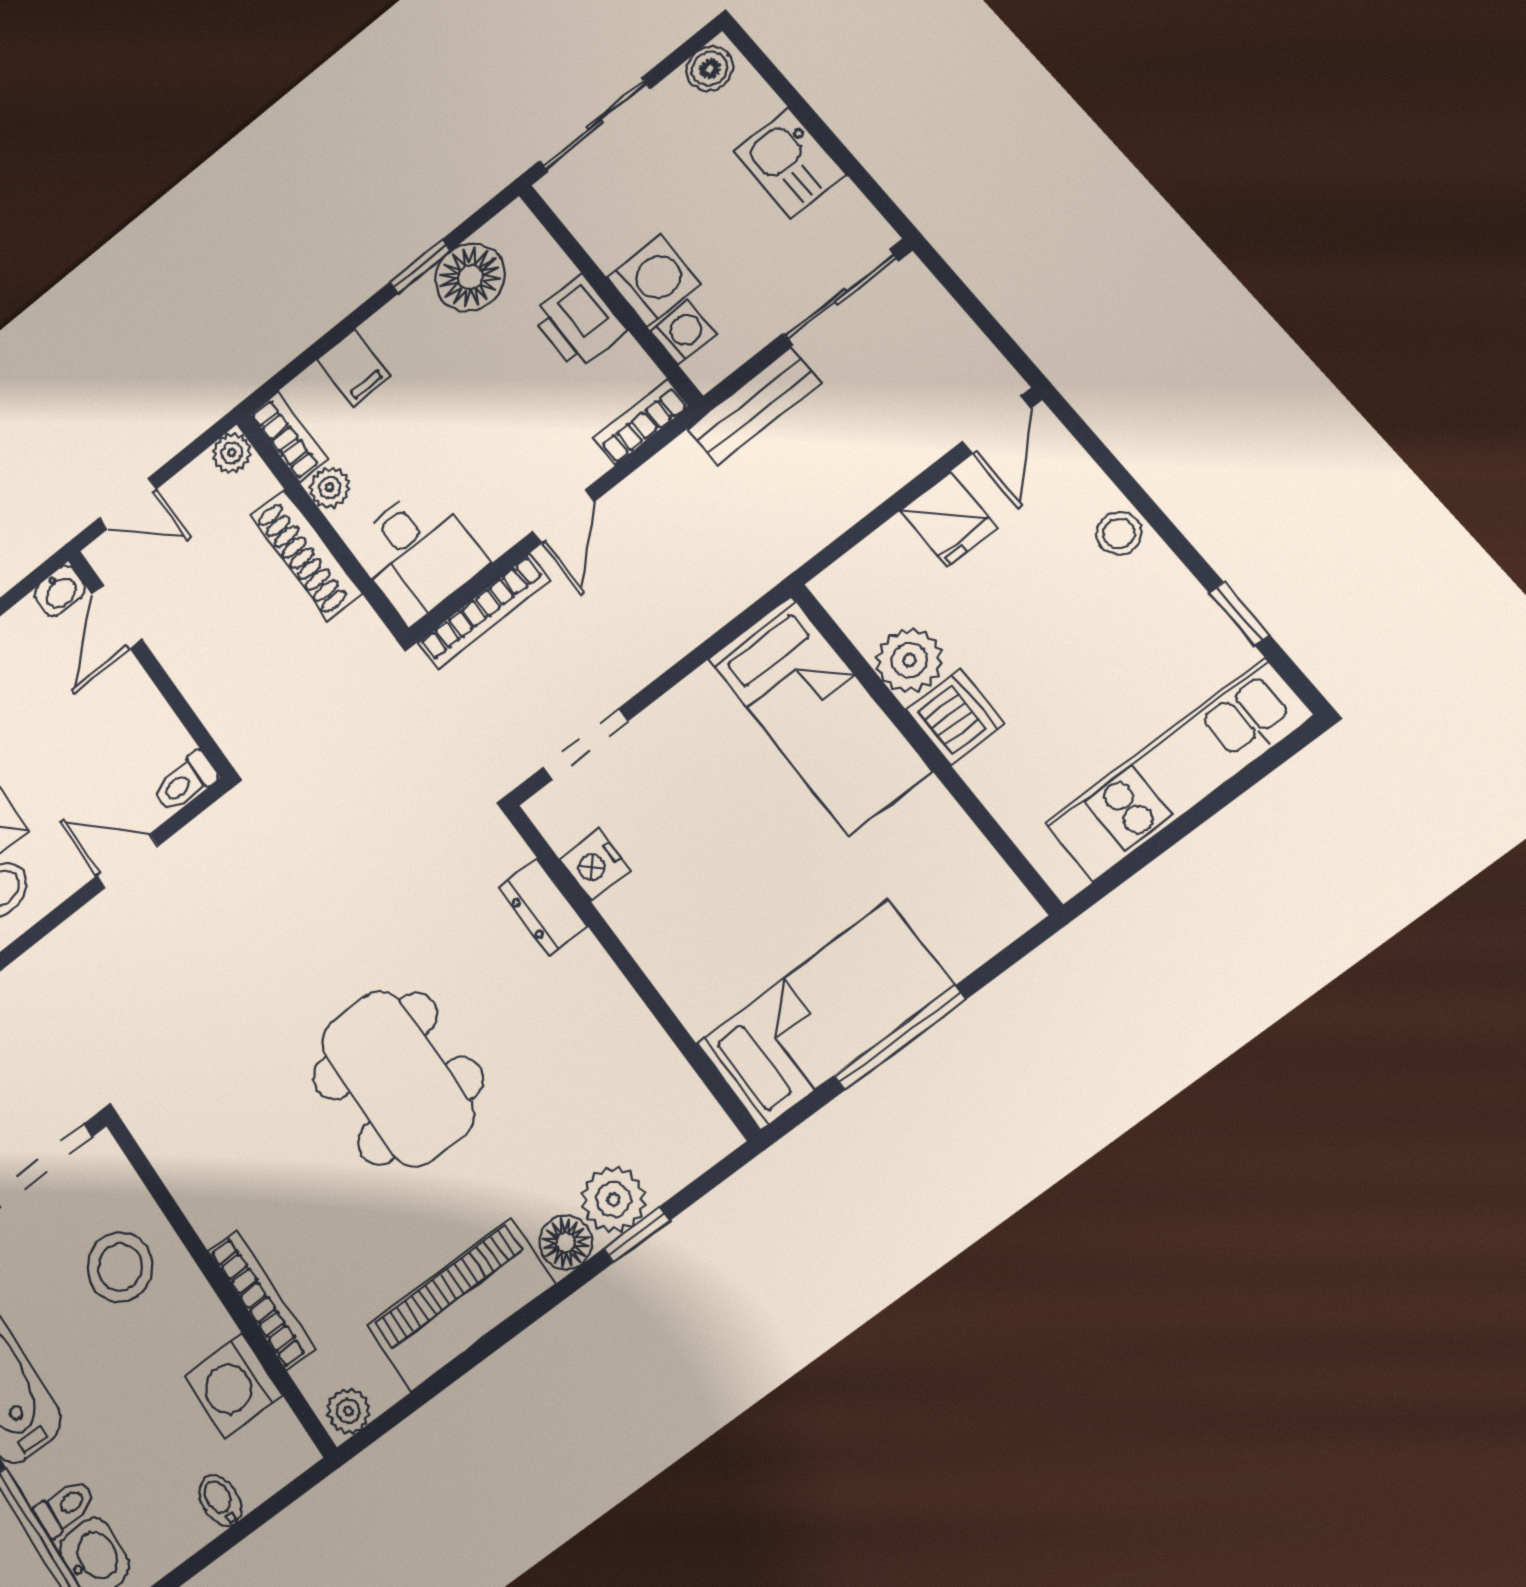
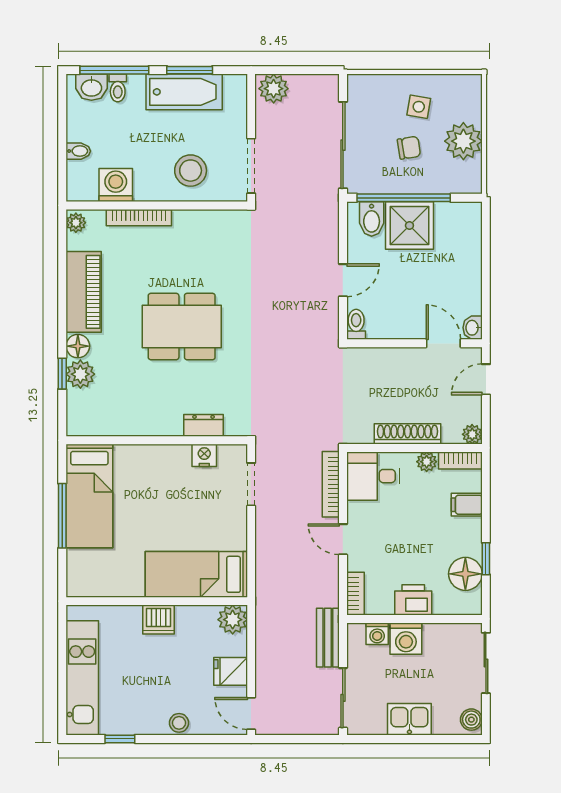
plant: (909, 660) -> (233, 620), moved

